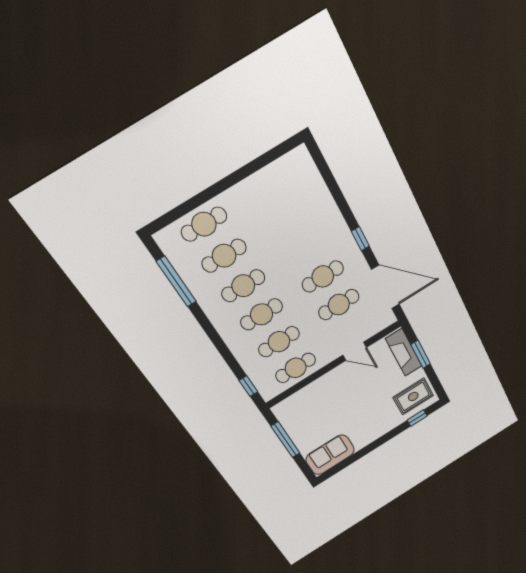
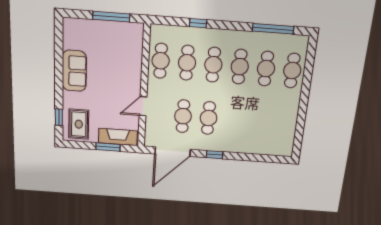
window: (248, 386) -> (198, 23), moved
sofa: (330, 455) -> (74, 71), moved

